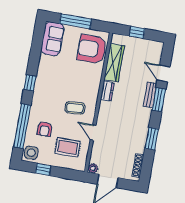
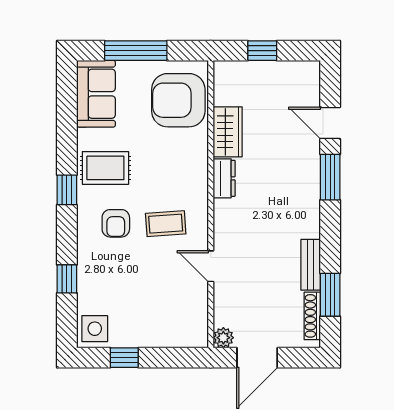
wardrobe: (114, 63) -> (228, 132), width x0.67
bench: (150, 95) -> (311, 265), moved
window: (22, 126) -> (67, 279), width x0.32
armchair: (45, 129) -> (116, 223), moved
window: (152, 139) -> (330, 295), moved
rug: (68, 147) -> (105, 168), moved

